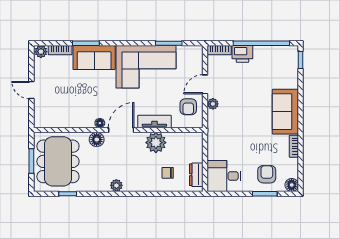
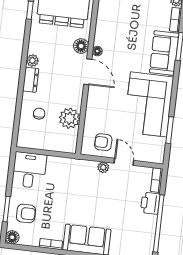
tv unit: (154, 122) -> (92, 106), removed
plant: (156, 143) -> (70, 118), moved
dresser: (196, 175) -> (31, 80), moved, turned 90

